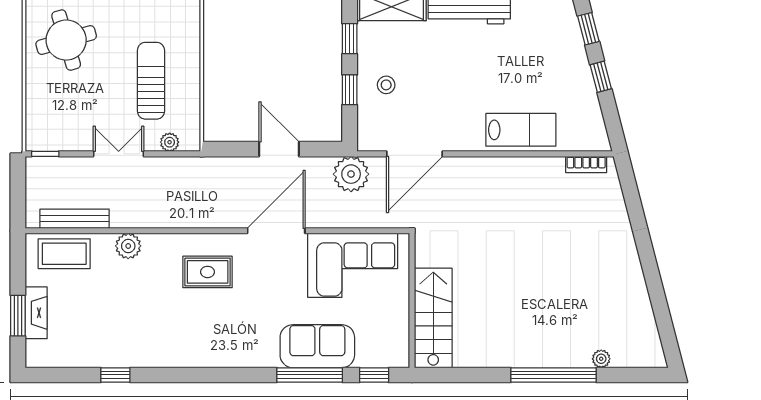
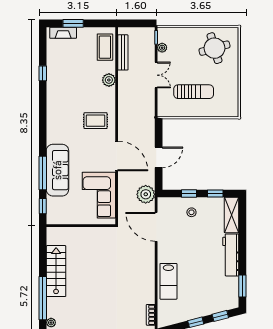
plant: (170, 142) -> (162, 48), moved
rug: (208, 272) -> (96, 121), turned 90
fireplace: (36, 313) -> (63, 33), moved
stairs: (433, 318) -> (56, 271), moved, turned -90
sofa: (317, 346) -> (57, 170), width x1.36

